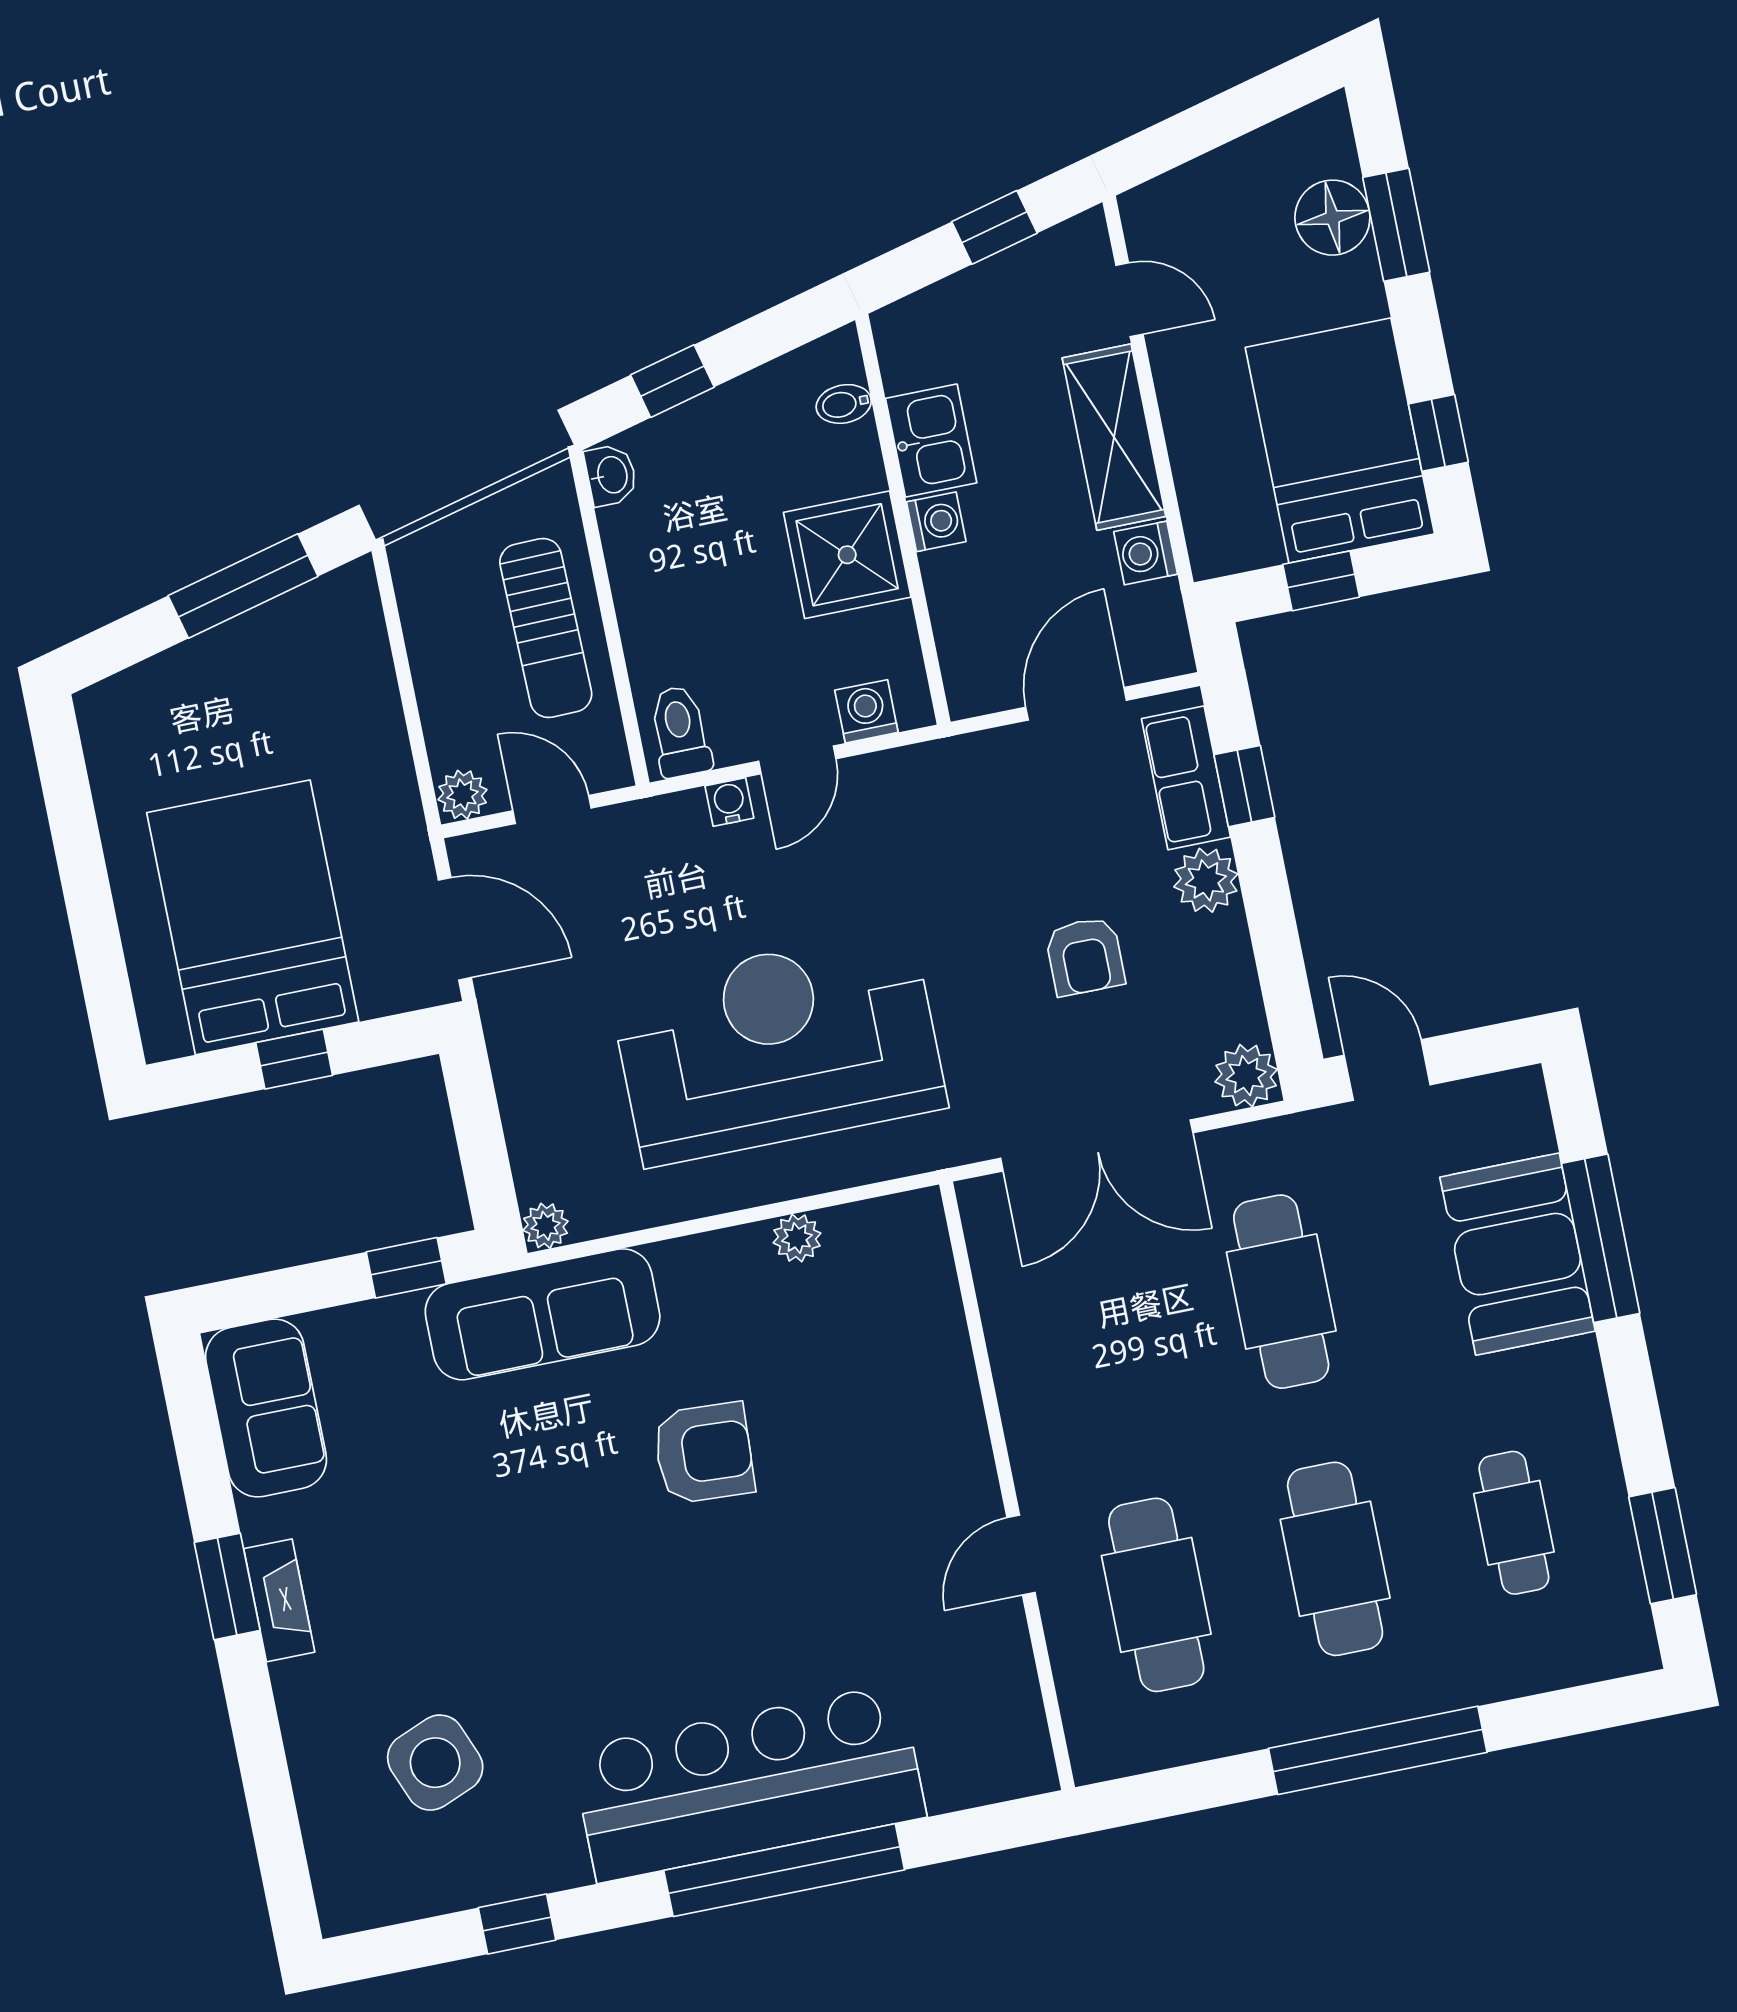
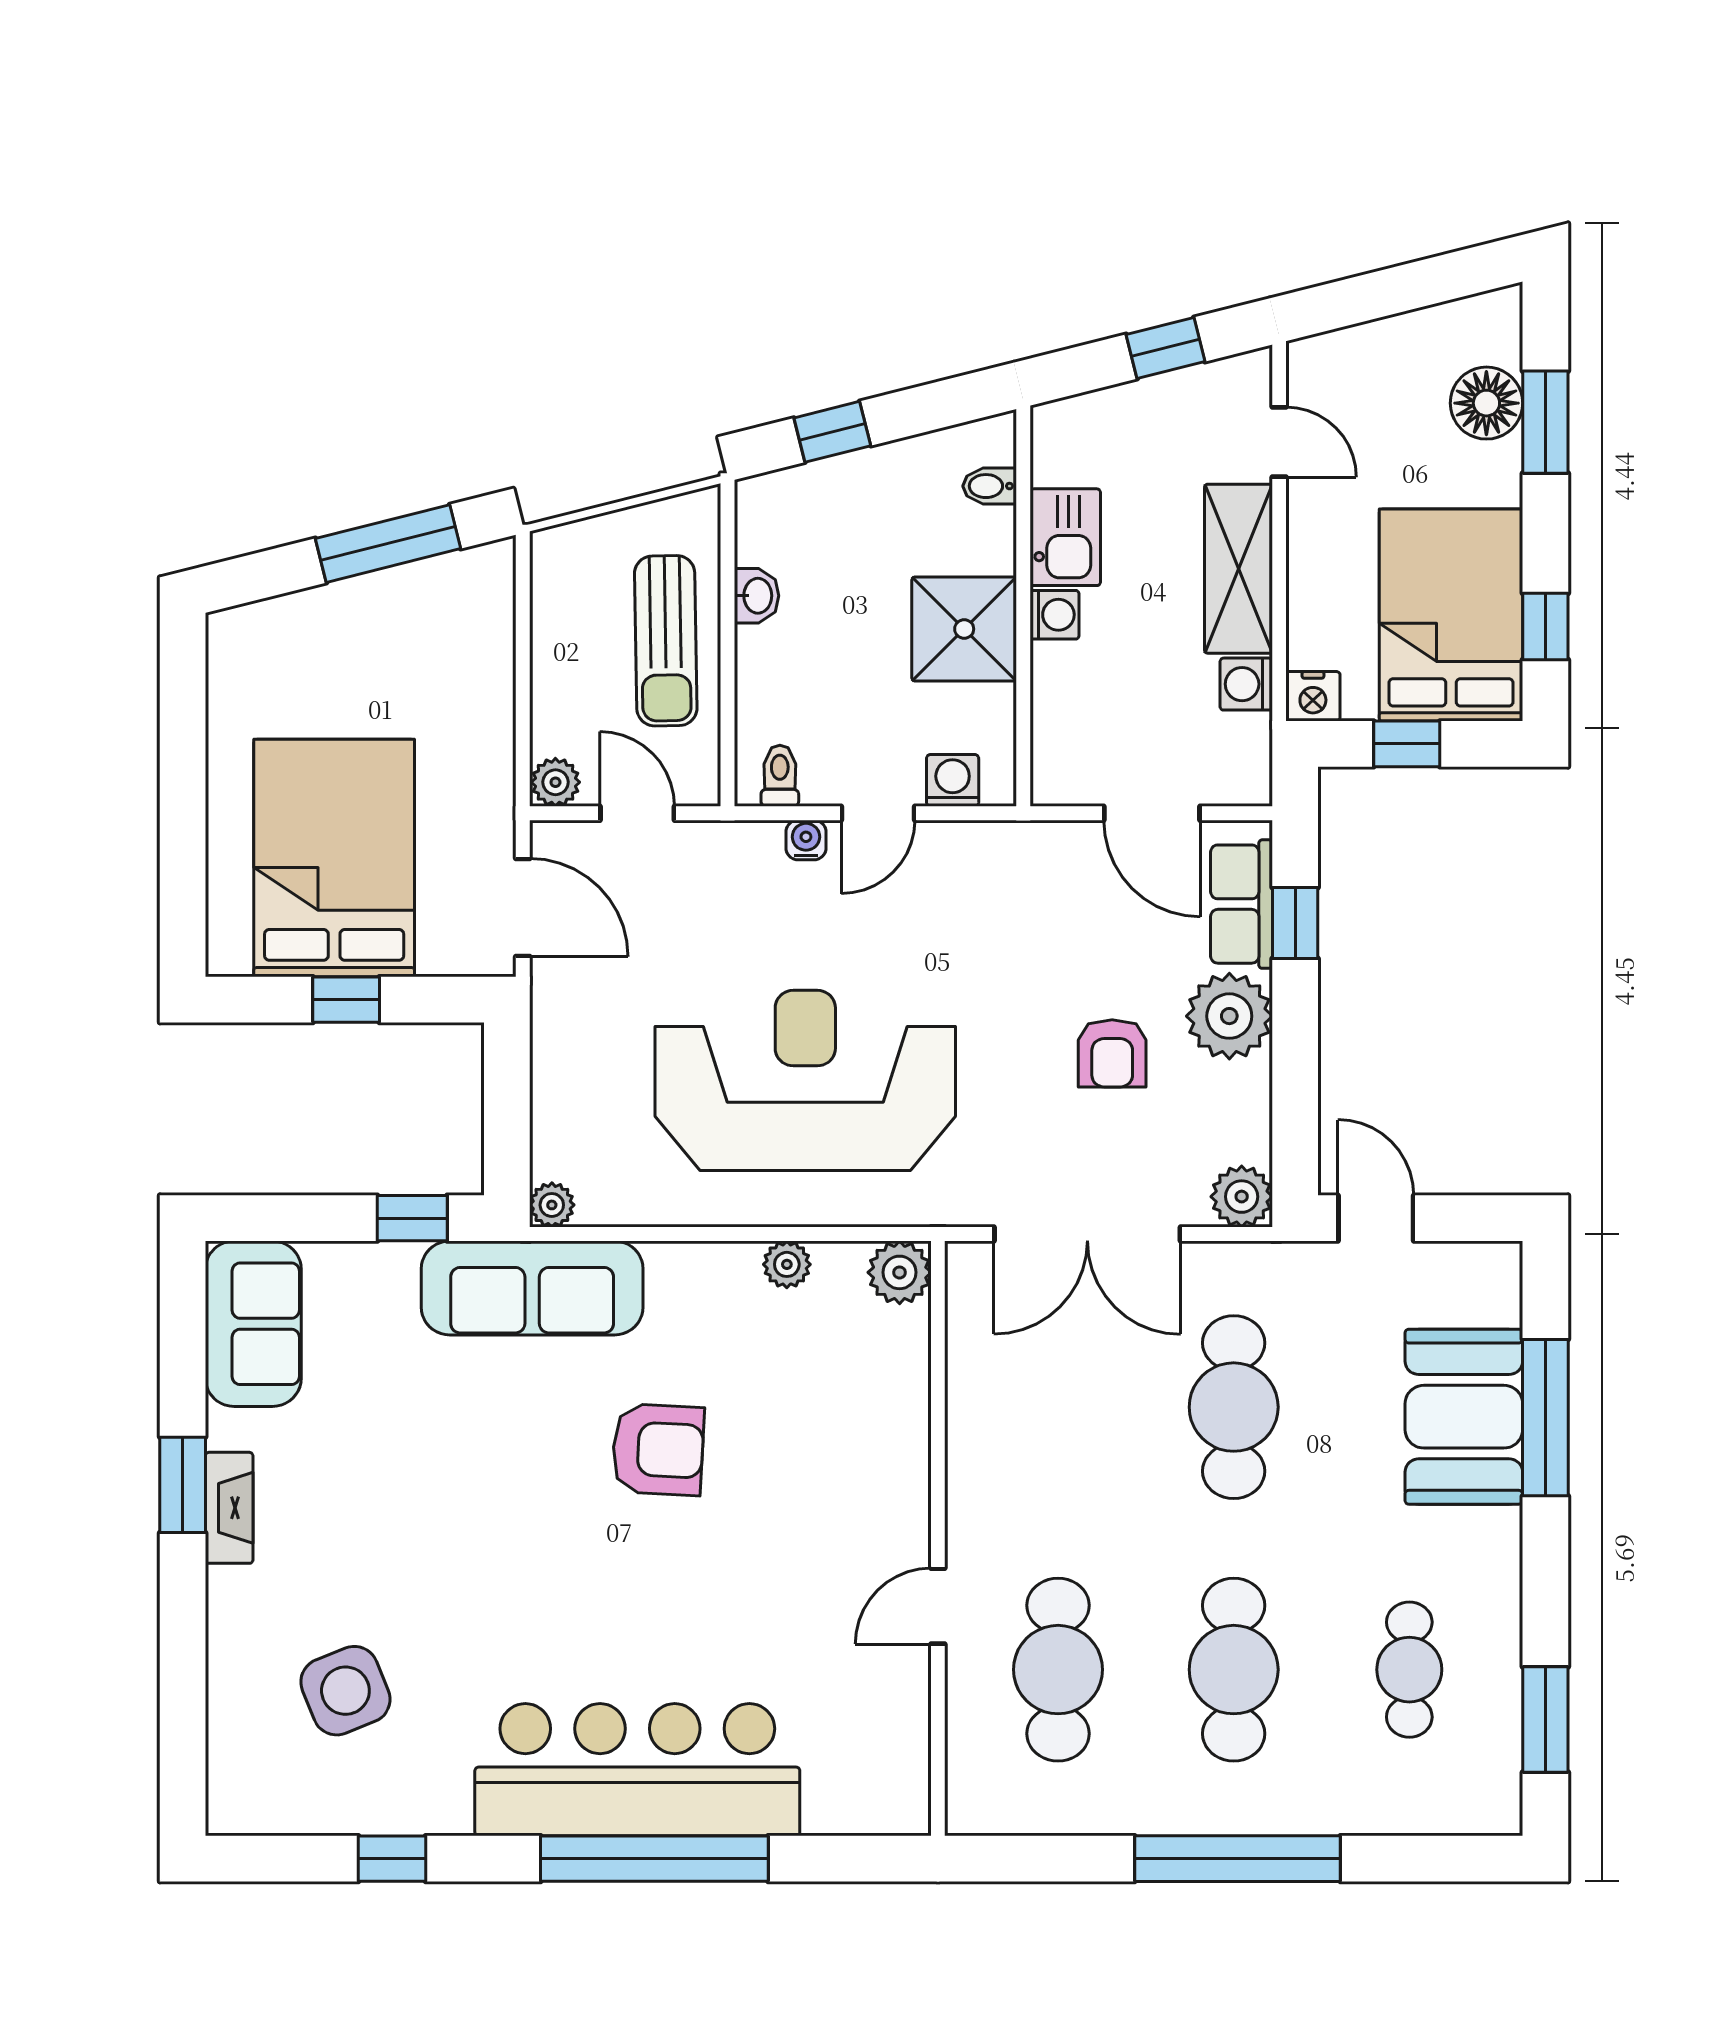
washbasin: (611, 475) -> (757, 596), moved
nightstand: (1216, 552) -> (1313, 696), added
door: (1076, 704) -> (1152, 813), swing flipped
toilet: (680, 731) -> (780, 776), width x0.73, depth x0.72
plant: (1206, 880) -> (1229, 1016), width x1.36, depth x1.36
plant: (913, 1223) -> (900, 1272), added

